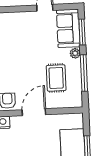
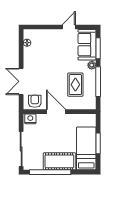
door: (34, 112) -> (56, 112), hinge flipped

